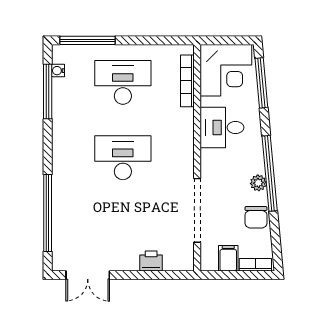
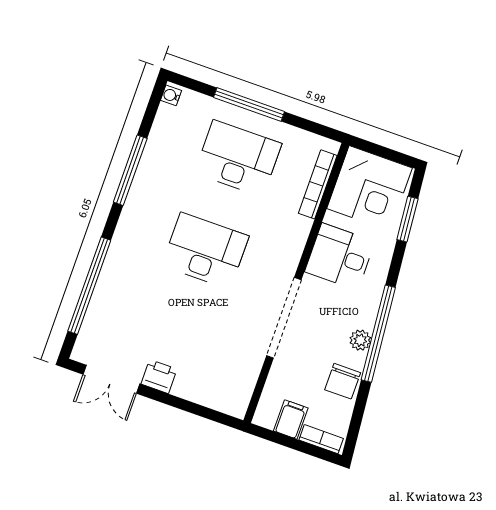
window: (87, 40) -> (249, 104), moved
water cooler: (58, 71) -> (171, 95), moved
window: (261, 83) -> (407, 219), width x0.69
window: (48, 92) -> (130, 170), moved
doorway: (197, 210) -> (284, 318), moved
printer: (151, 261) -> (159, 377), moved

